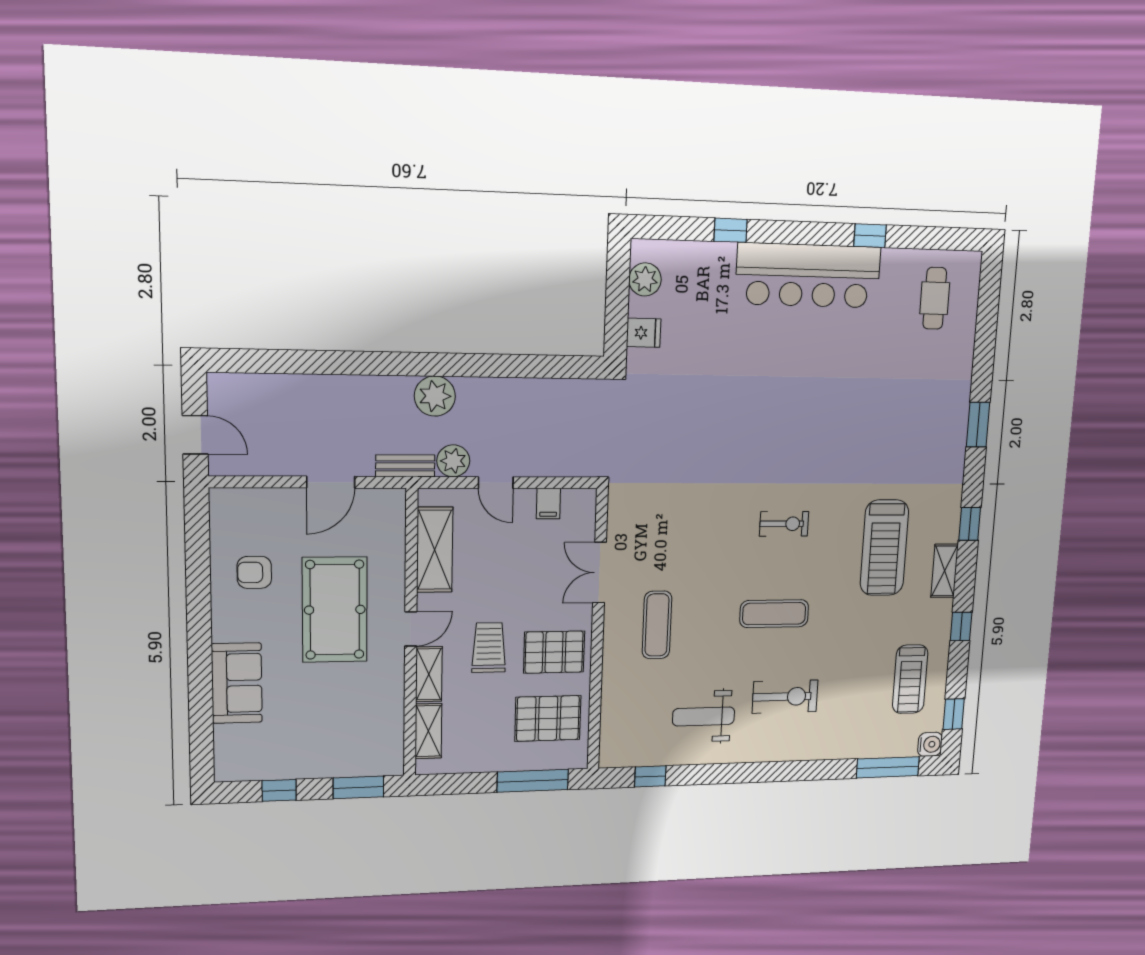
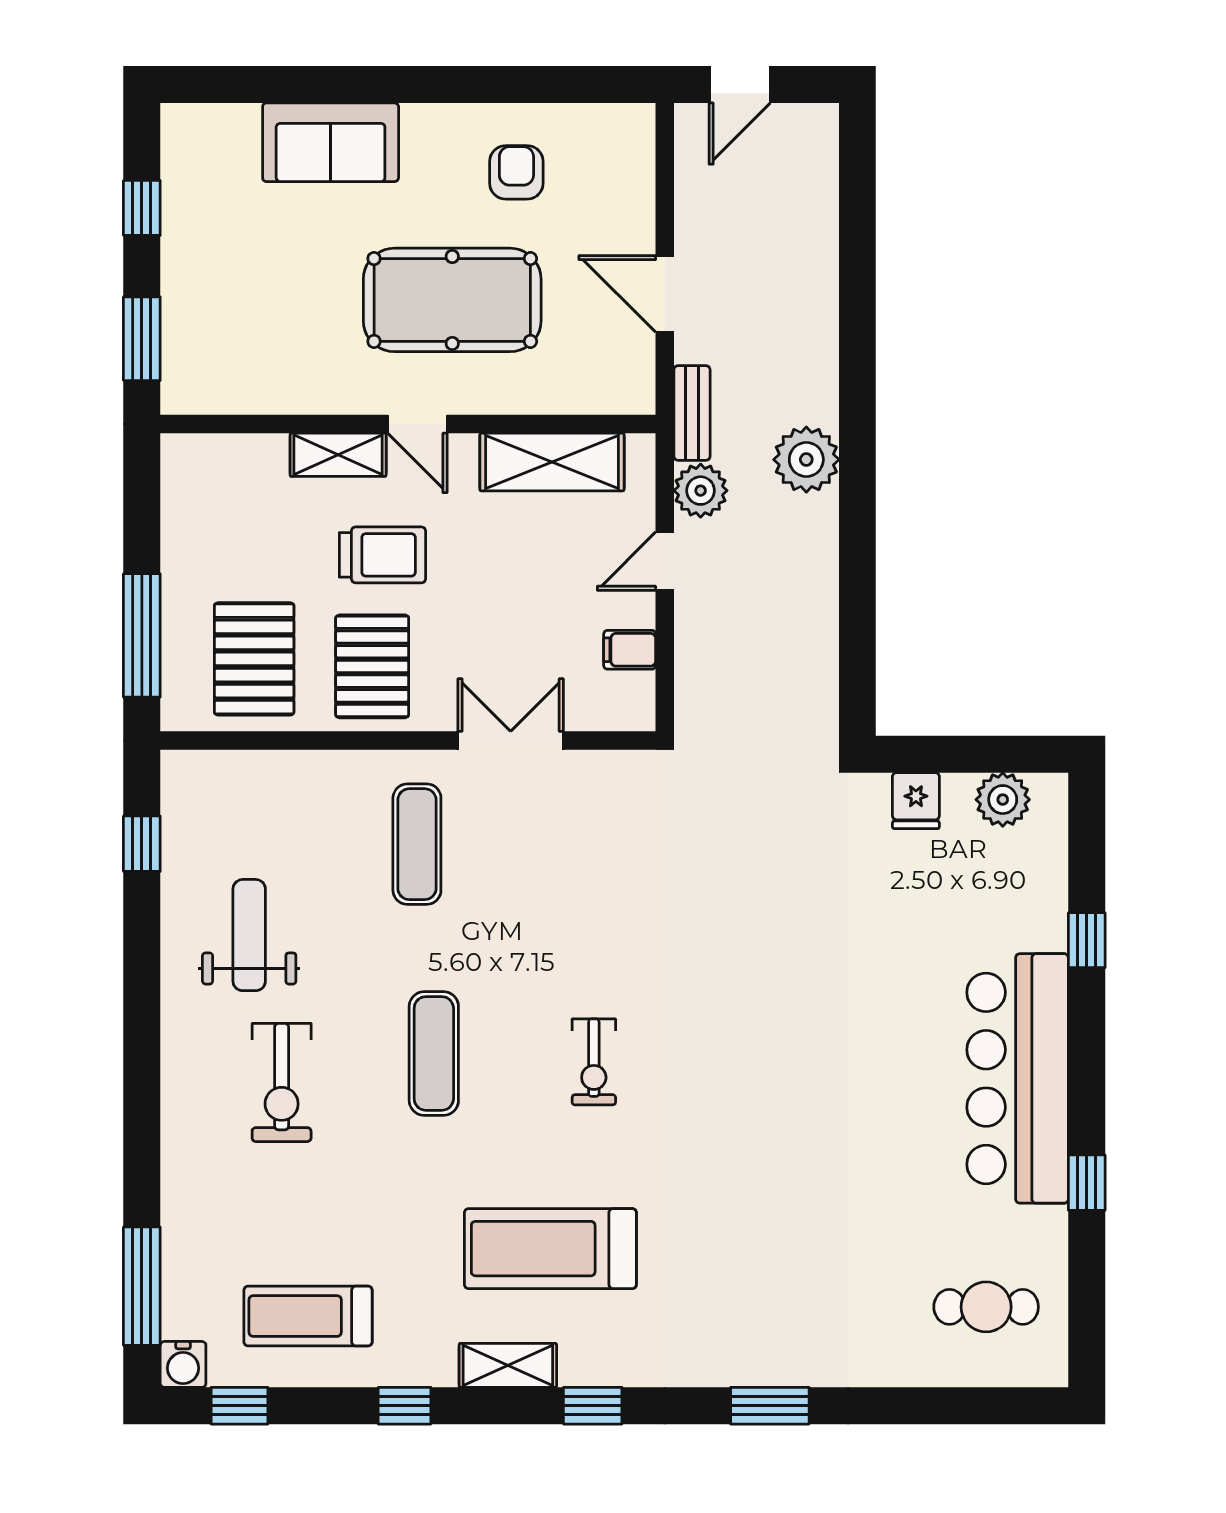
exercise mat: (657, 625) -> (417, 844), turned 90
shelving: (428, 731) -> (238, 455), removed

